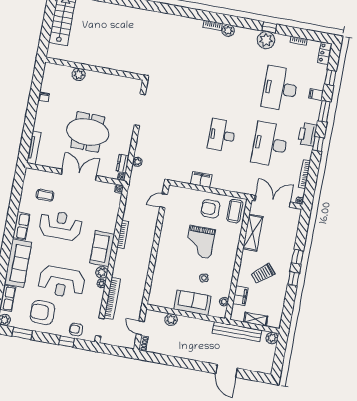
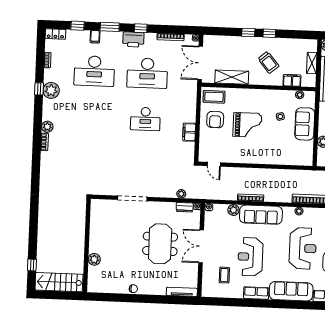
wall: (94, 69) -> (87, 245), moved
plant: (79, 74) -> (94, 259), moved
sofa: (102, 249) -> (261, 215), width x1.36
plant: (102, 272) -> (233, 210), moved

